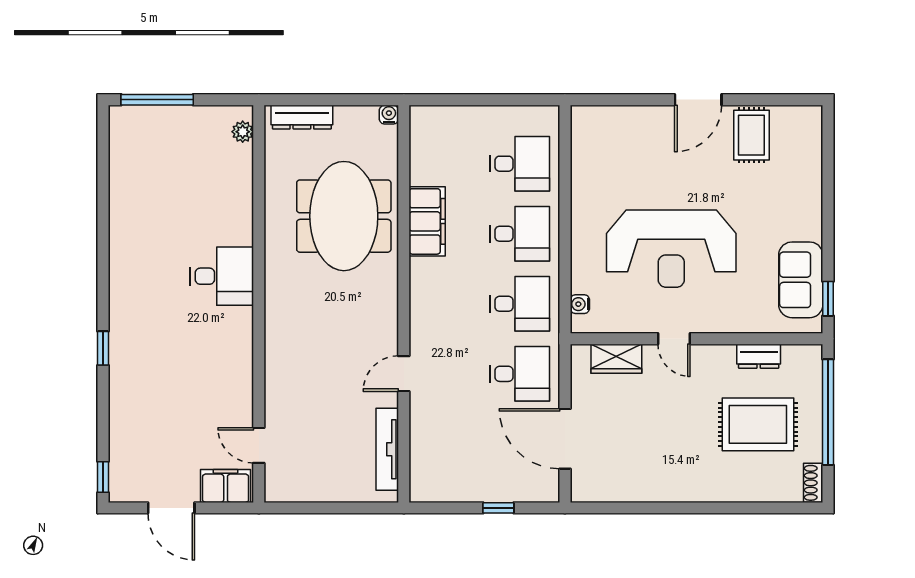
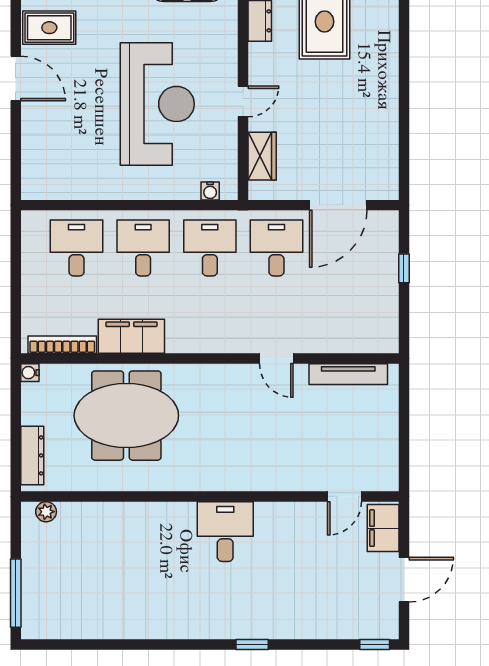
bookcase: (418, 149) -> (62, 345), added
desk: (222, 276) -> (225, 532), moved

